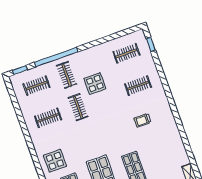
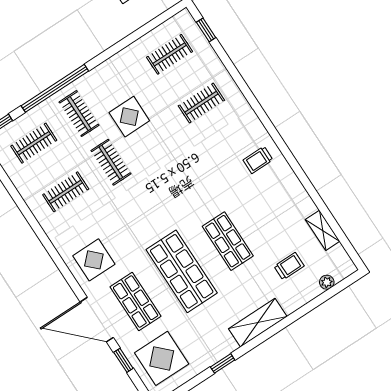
trolley: (143, 120) -> (258, 160), moved

